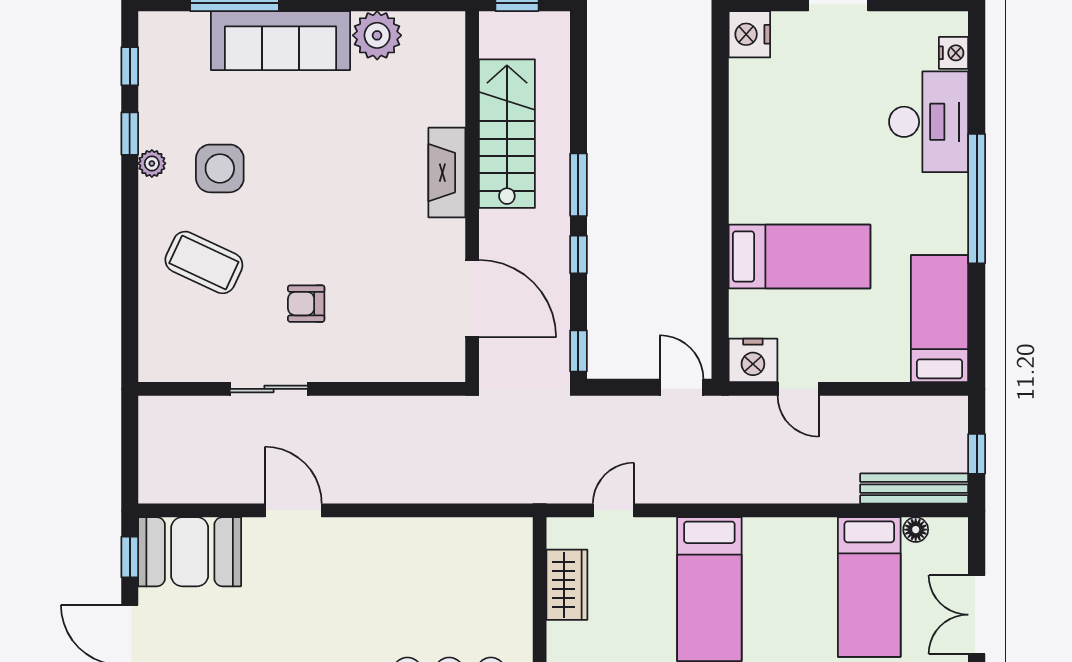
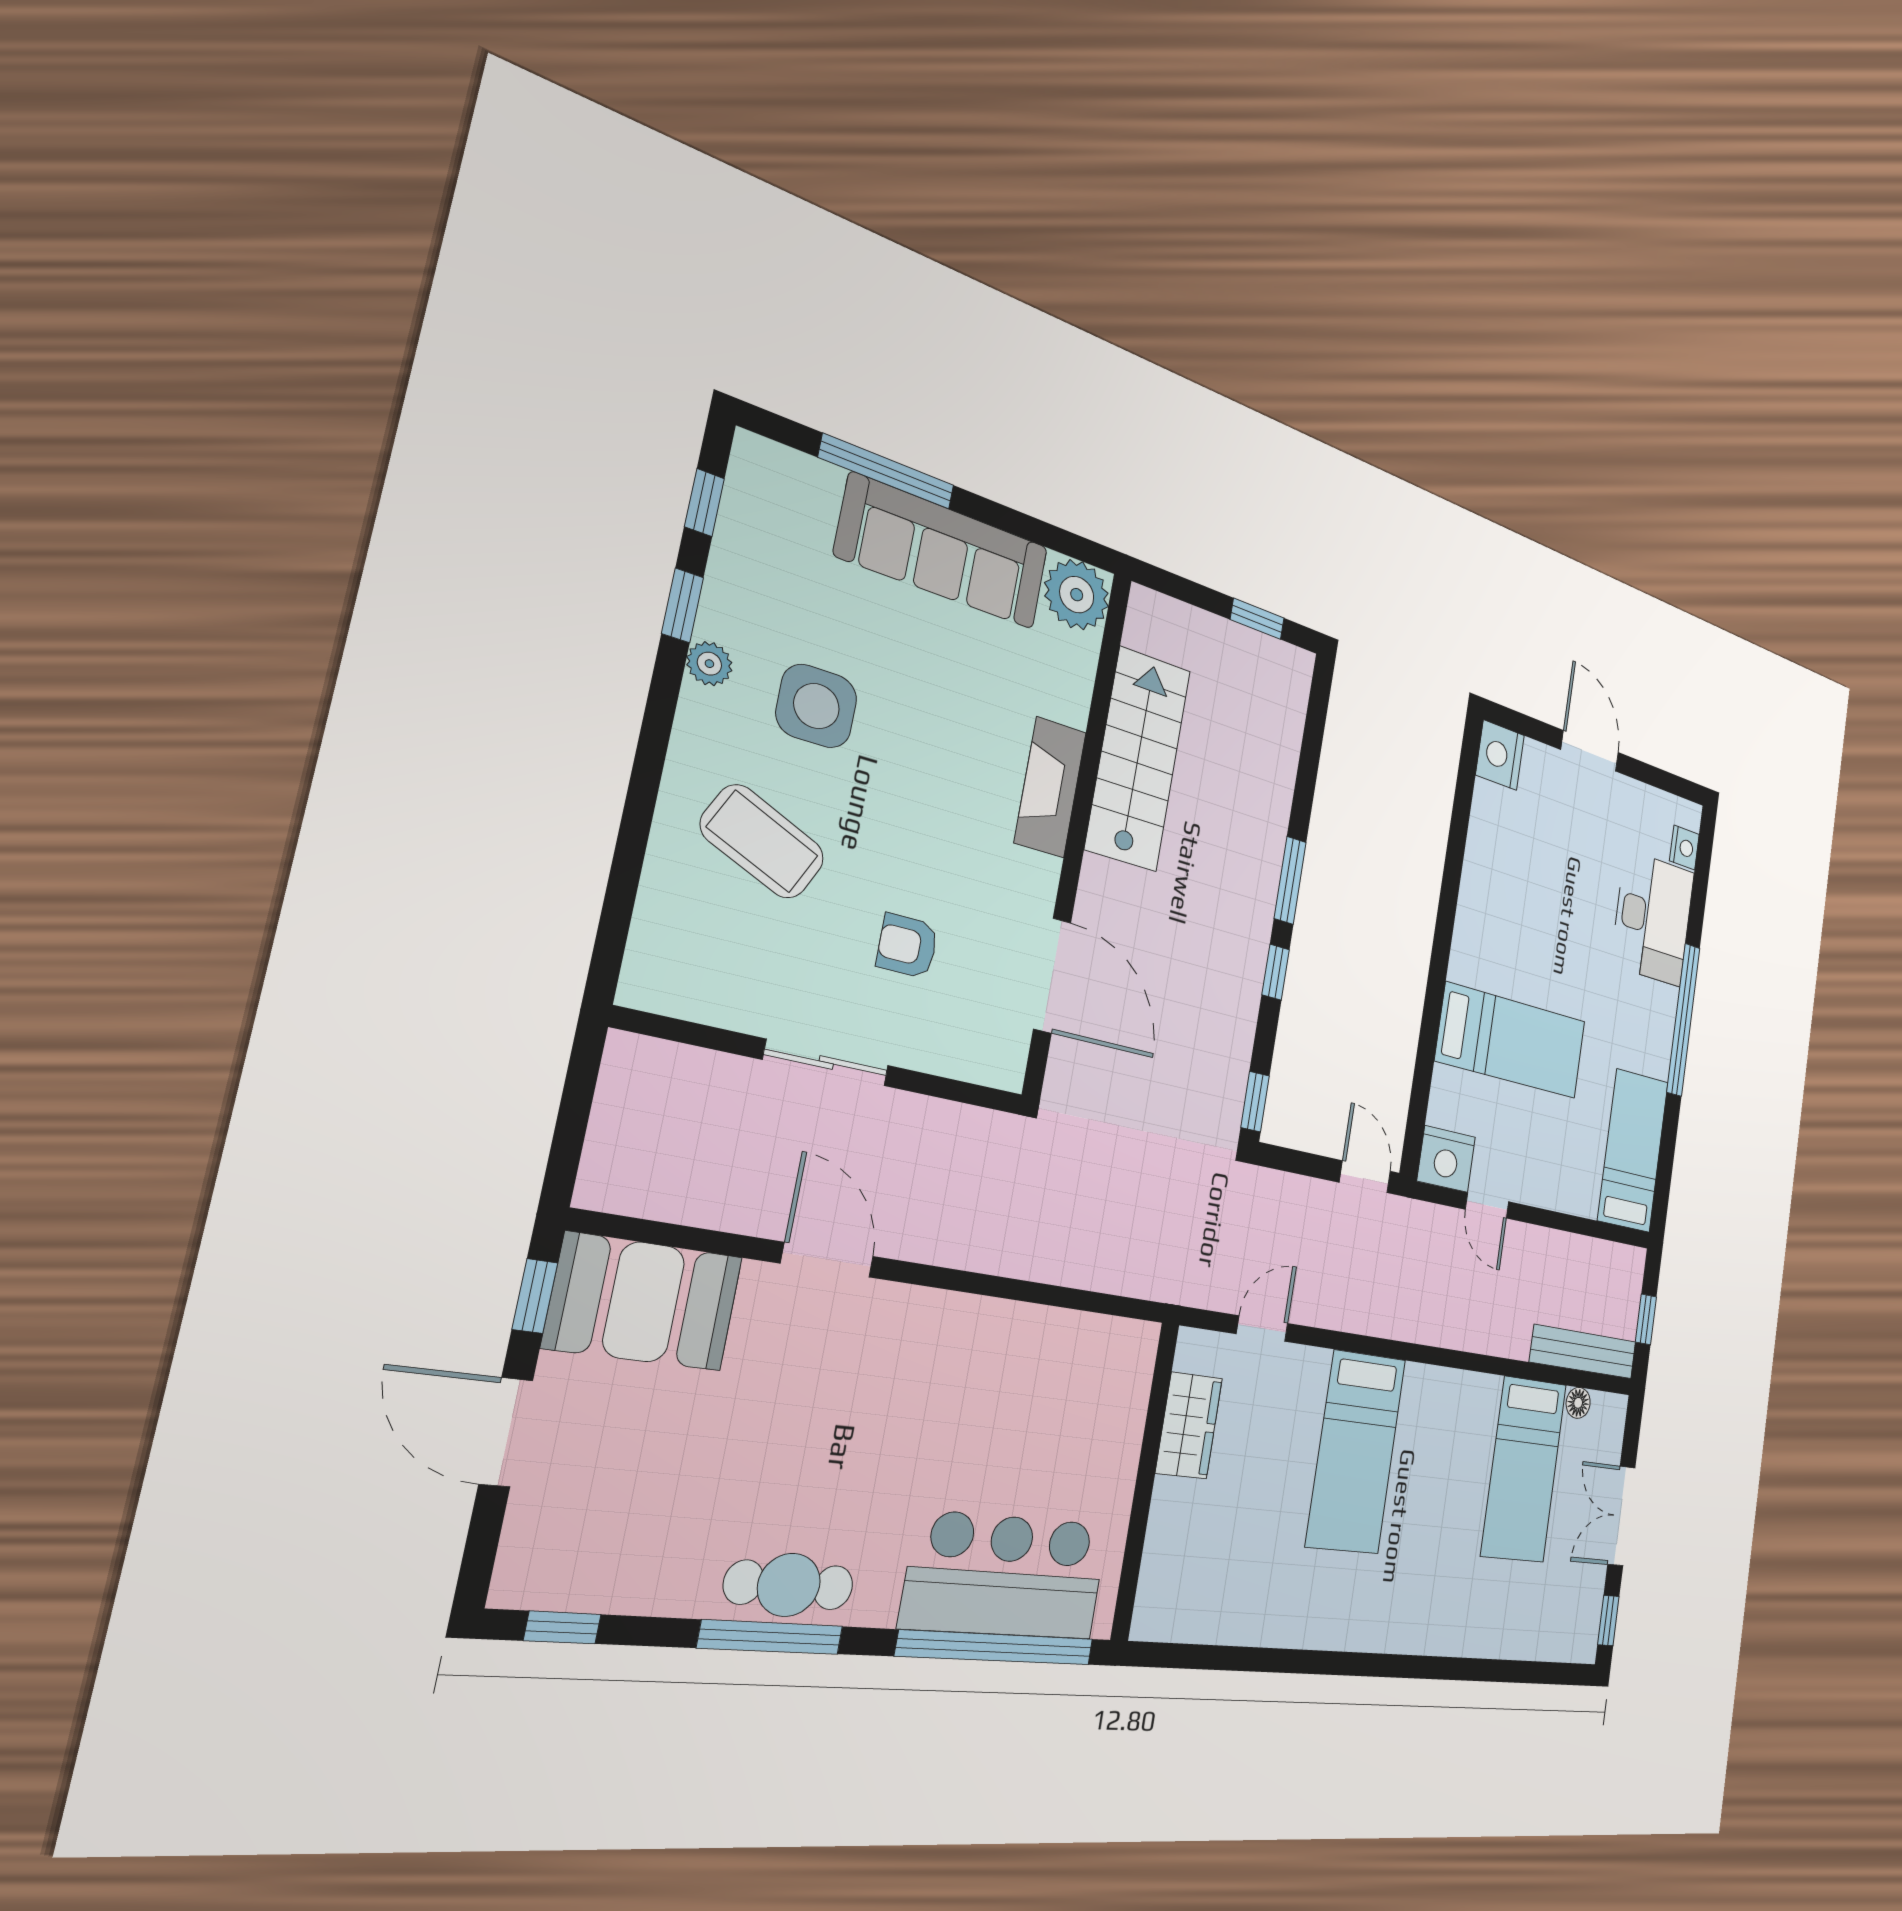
stairs: (507, 134) -> (1138, 759), moved
fireplace: (447, 173) -> (1050, 787), moved
wall: (472, 197) -> (1078, 831), moved
door: (472, 299) -> (1052, 976), moved

